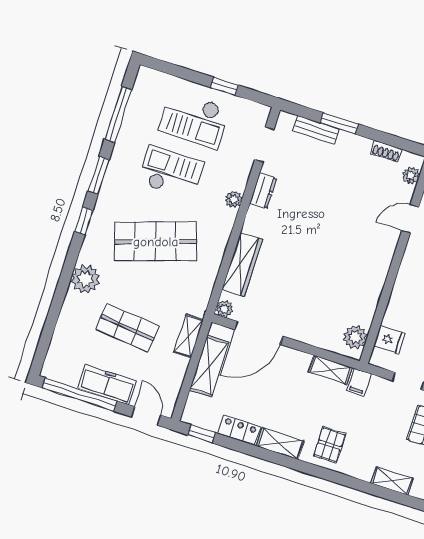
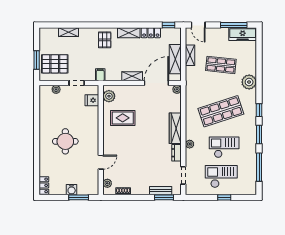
window: (224, 86) -> (224, 197), moved
window: (339, 123) -> (164, 197), moved
checkout: (171, 172) -> (224, 147), turned 180
wardrobe: (242, 264) -> (175, 128), moved
rug: (343, 288) -> (123, 118), added
shelving: (189, 336) -> (190, 55), moved
shelving: (330, 370) -> (132, 76), moved
freezer: (107, 385) -> (243, 34), moved
window: (80, 394) -> (234, 25), width x0.68

